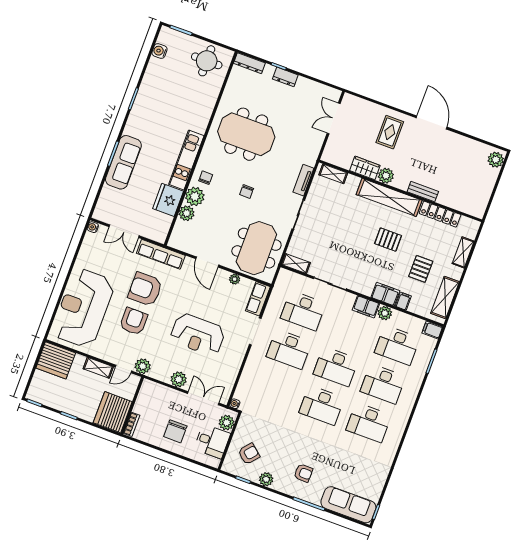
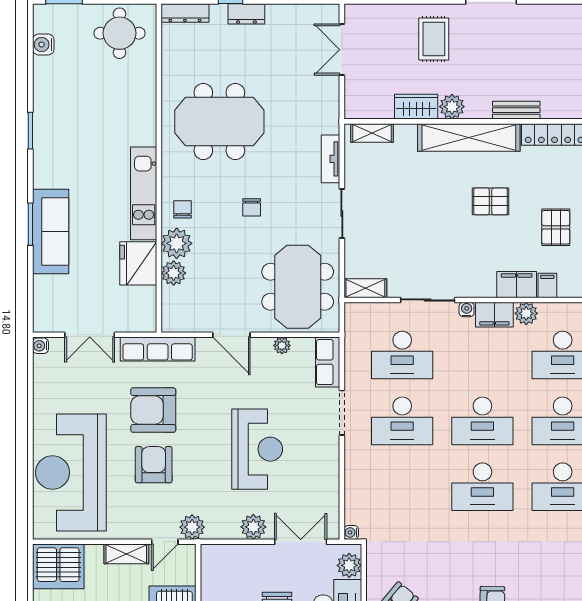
water cooler: (351, 298) -> (467, 310), added
reception desk: (198, 335) -> (257, 449), turned -90

